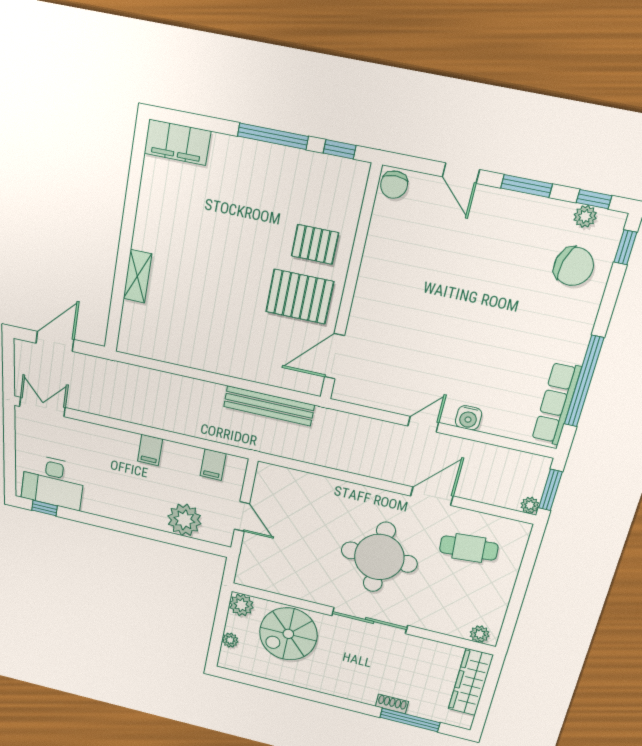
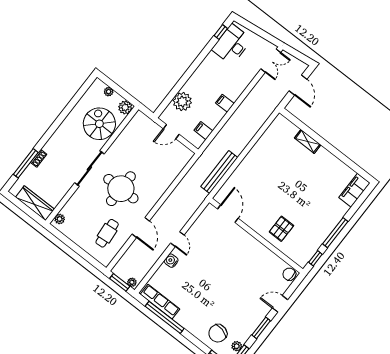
pallet: (300, 297) -> (262, 211), removed
plant: (530, 505) -> (132, 282), moved

